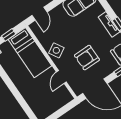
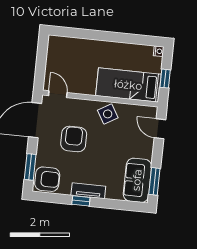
door: (61, 77) -> (58, 94), moved

